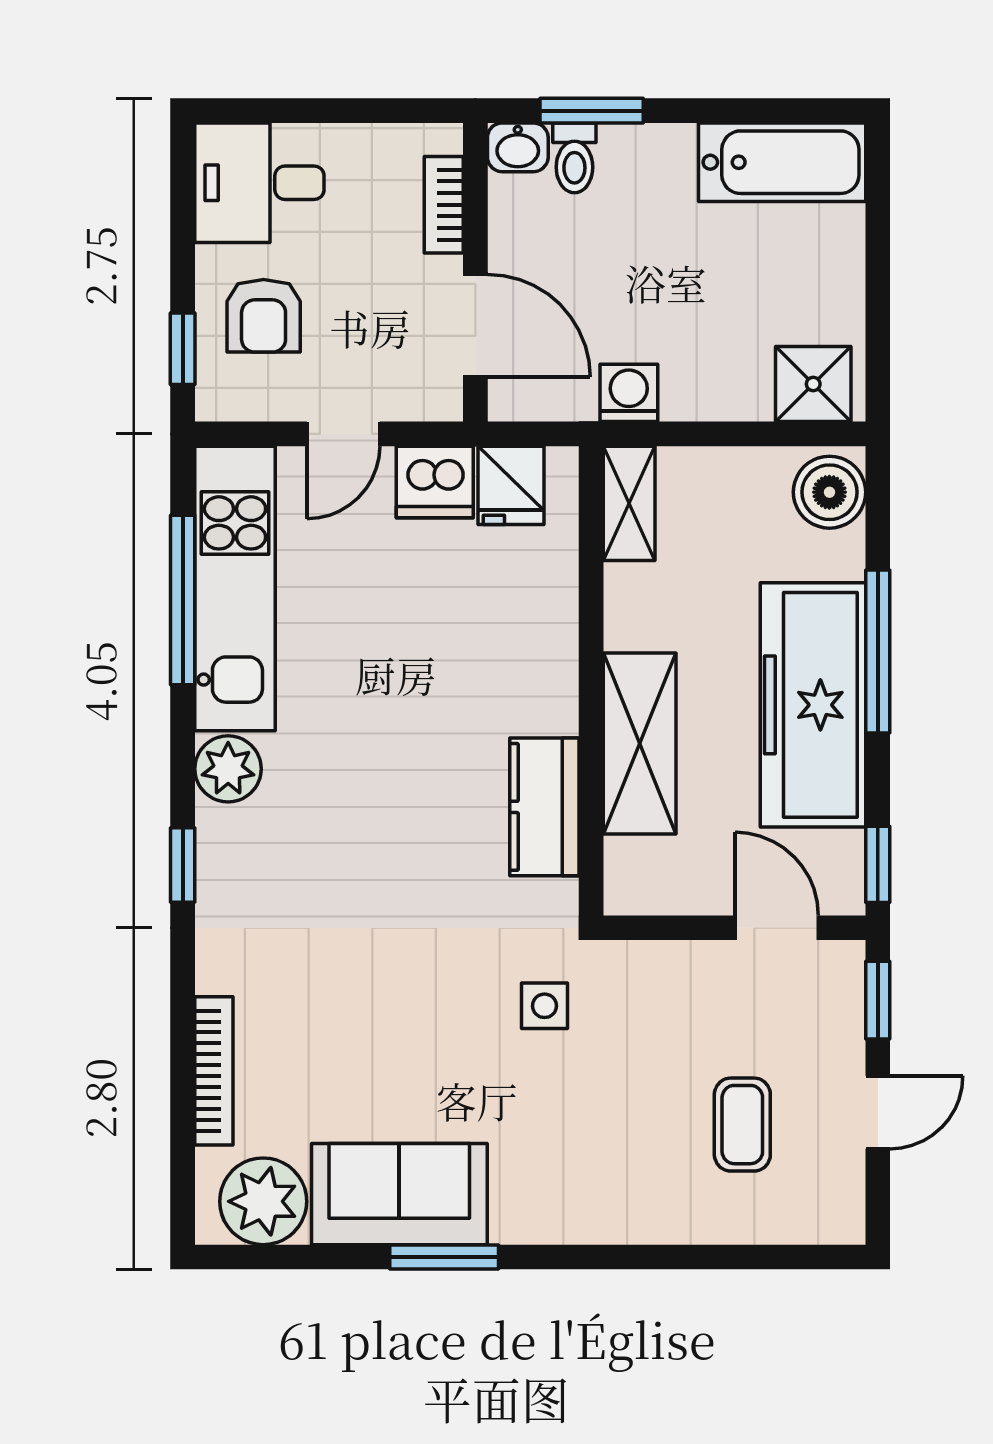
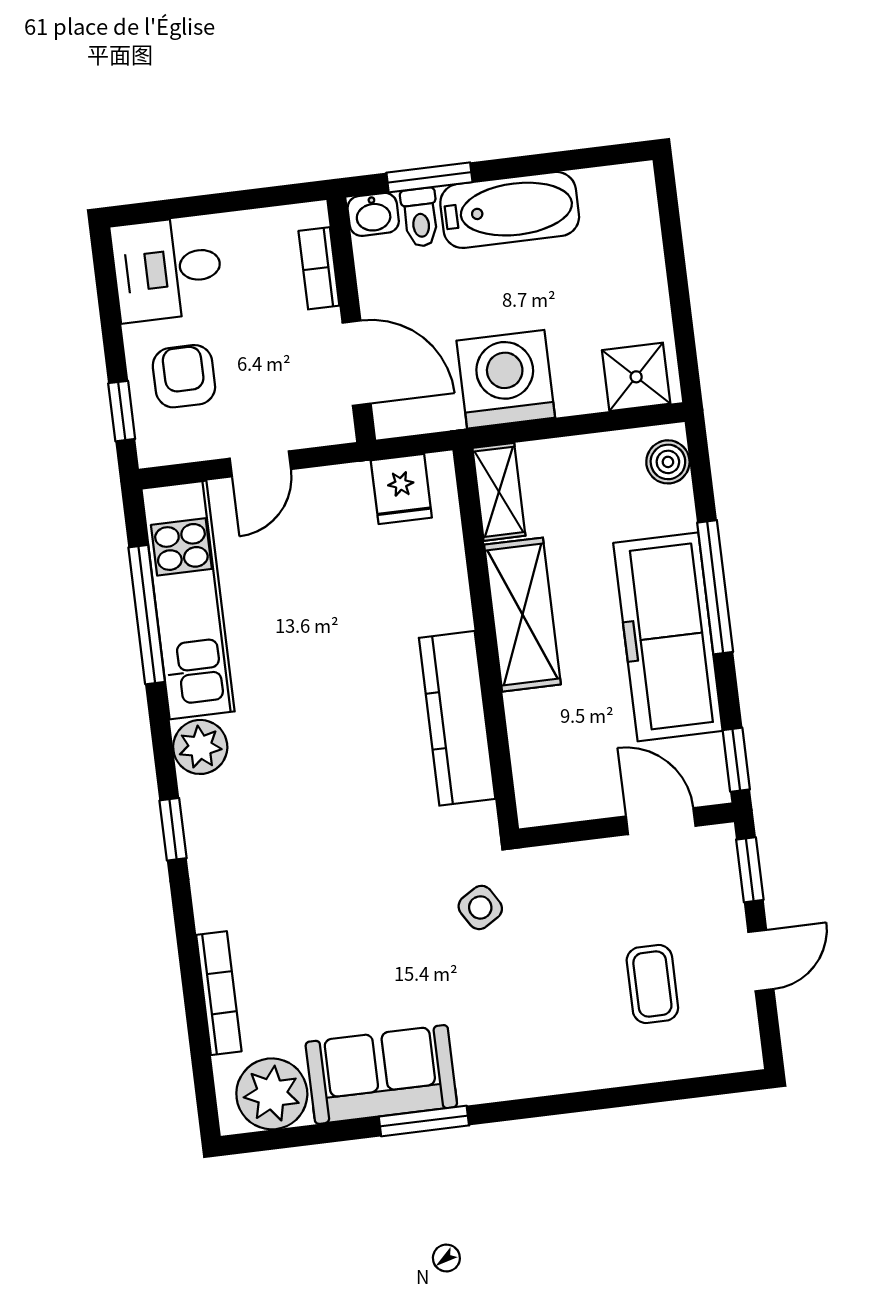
bathtub: (782, 162) -> (510, 210), moved
armchair: (264, 316) -> (184, 376), turned 180
washing machine: (629, 393) -> (506, 379), width x1.89, depth x1.89
dishwasher: (435, 482) -> (339, 494), removed
boiler: (829, 492) -> (668, 462), width x0.73, depth x0.73
shelving: (640, 743) -> (523, 615), moved
kitchen counter: (544, 807) -> (457, 718), width x1.50
side table: (544, 1006) -> (480, 907), turned -32

